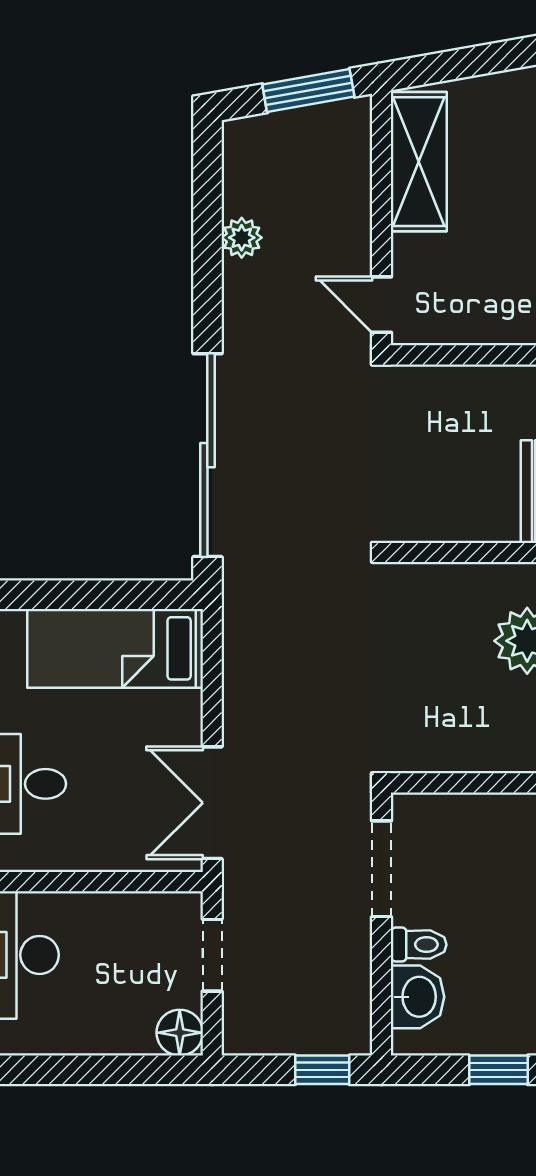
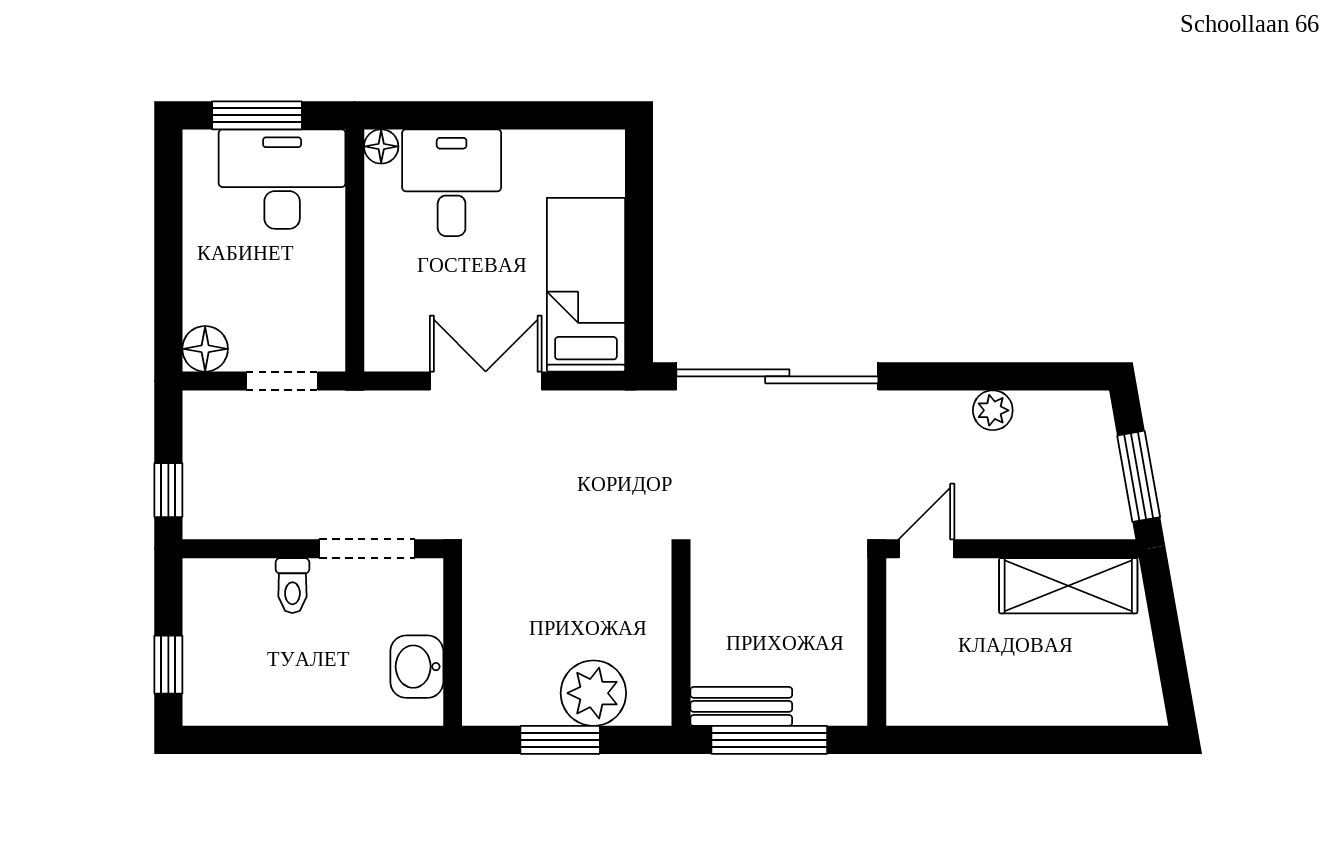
double door: (212, 803) -> (486, 381), moved
washbasin: (418, 997) -> (417, 667), moved, turned 90

